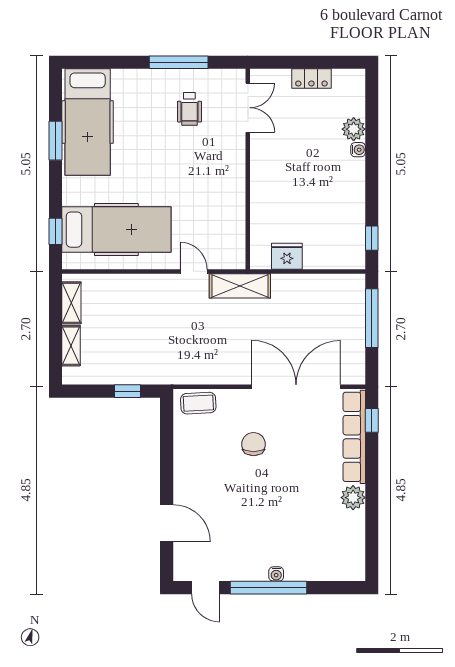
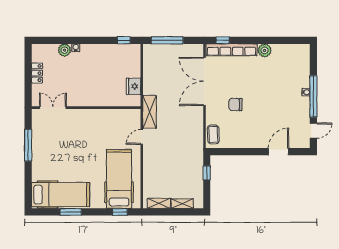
wheelchair: (189, 109) -> (54, 139), removed

